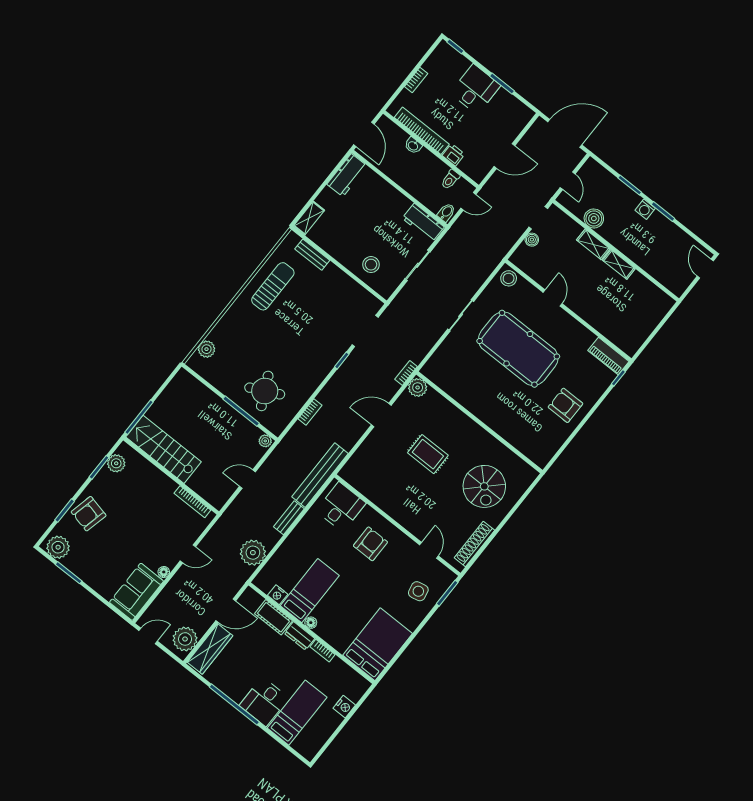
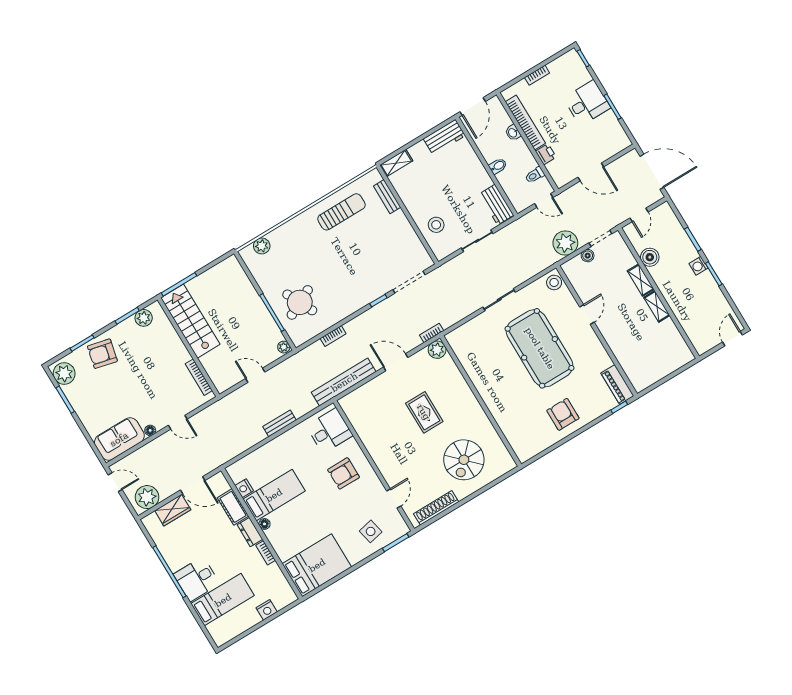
bidet: (446, 212) -> (498, 166), moved
bench: (320, 475) -> (344, 382), moved
armchair: (370, 544) -> (344, 473), turned 180
plant: (253, 553) -> (565, 243), moved
wardrobe: (210, 649) -> (173, 510), width x0.67

